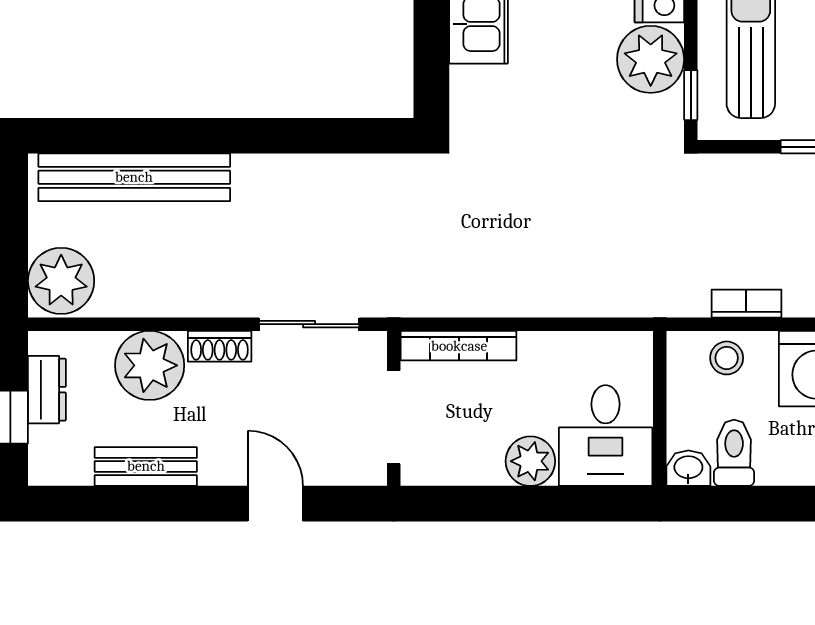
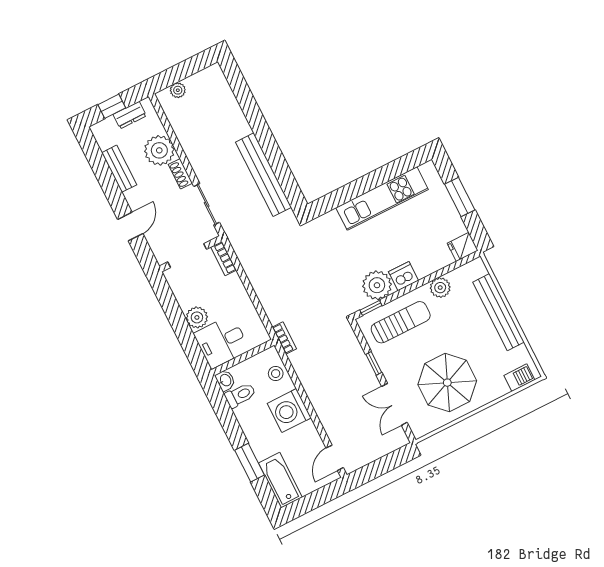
bench: (134, 177) -> (264, 175), moved
plant: (61, 281) -> (178, 90), width x0.53, depth x0.53
bookcase: (746, 304) -> (284, 338), moved
bookcase: (459, 346) -> (224, 259), width x0.64

